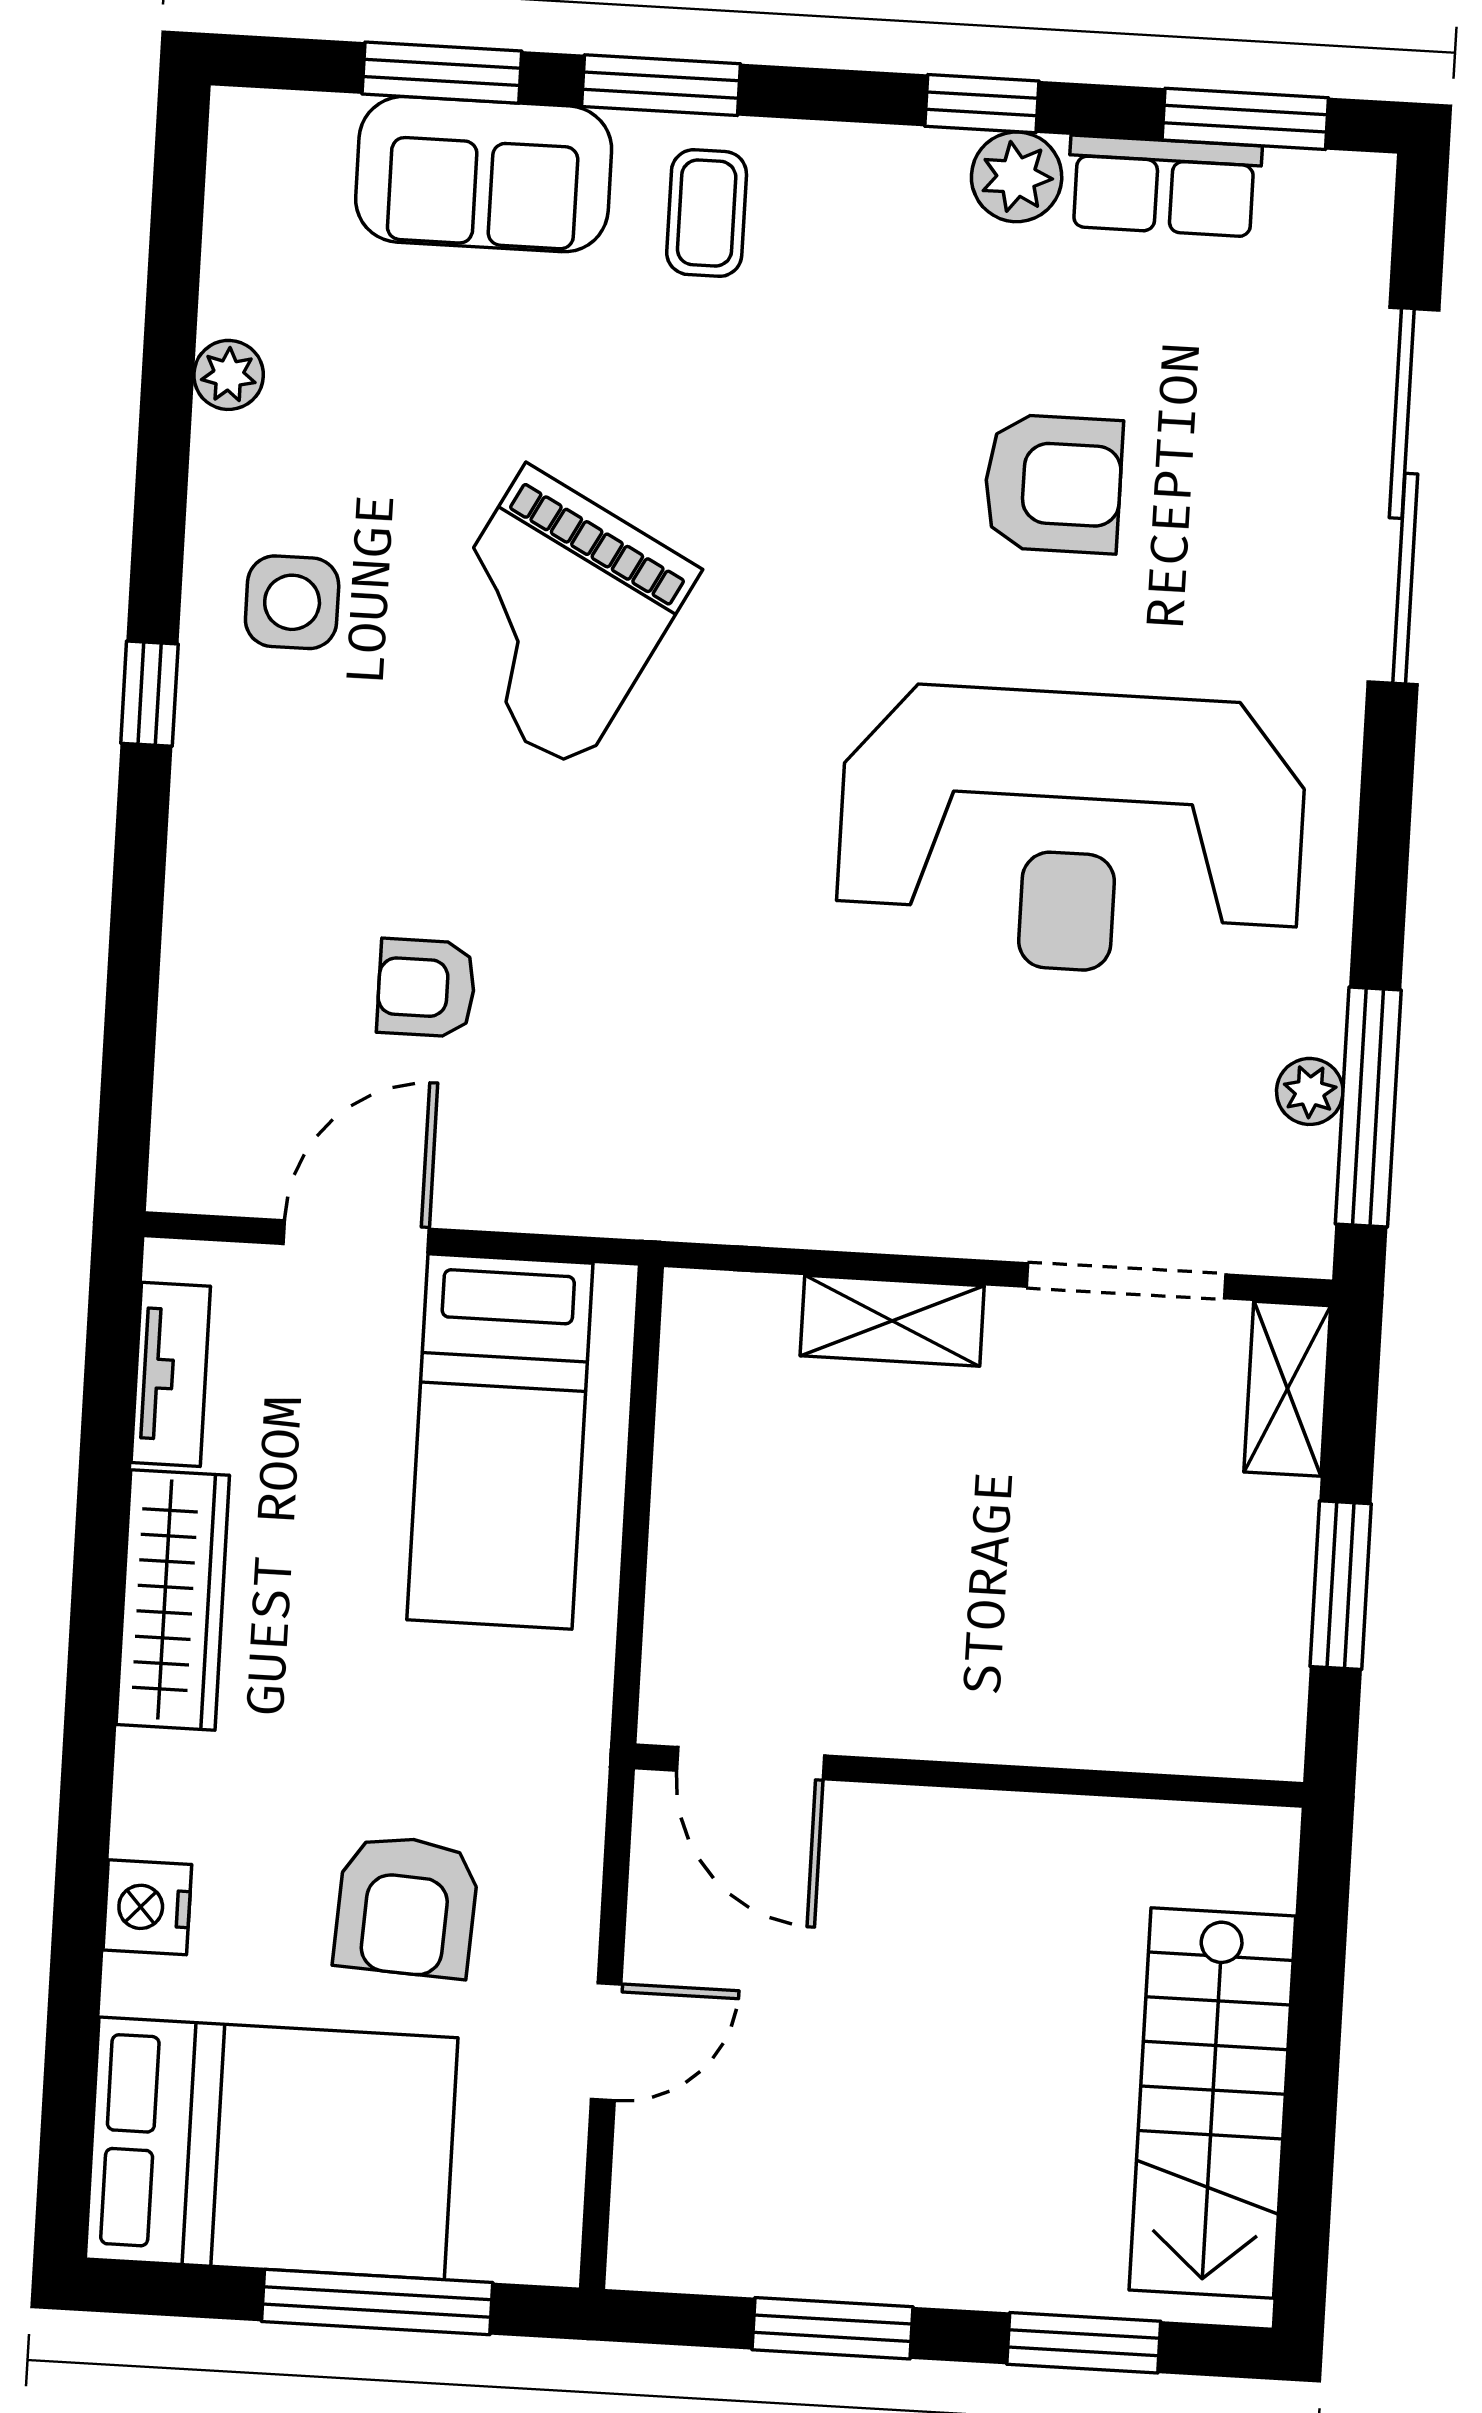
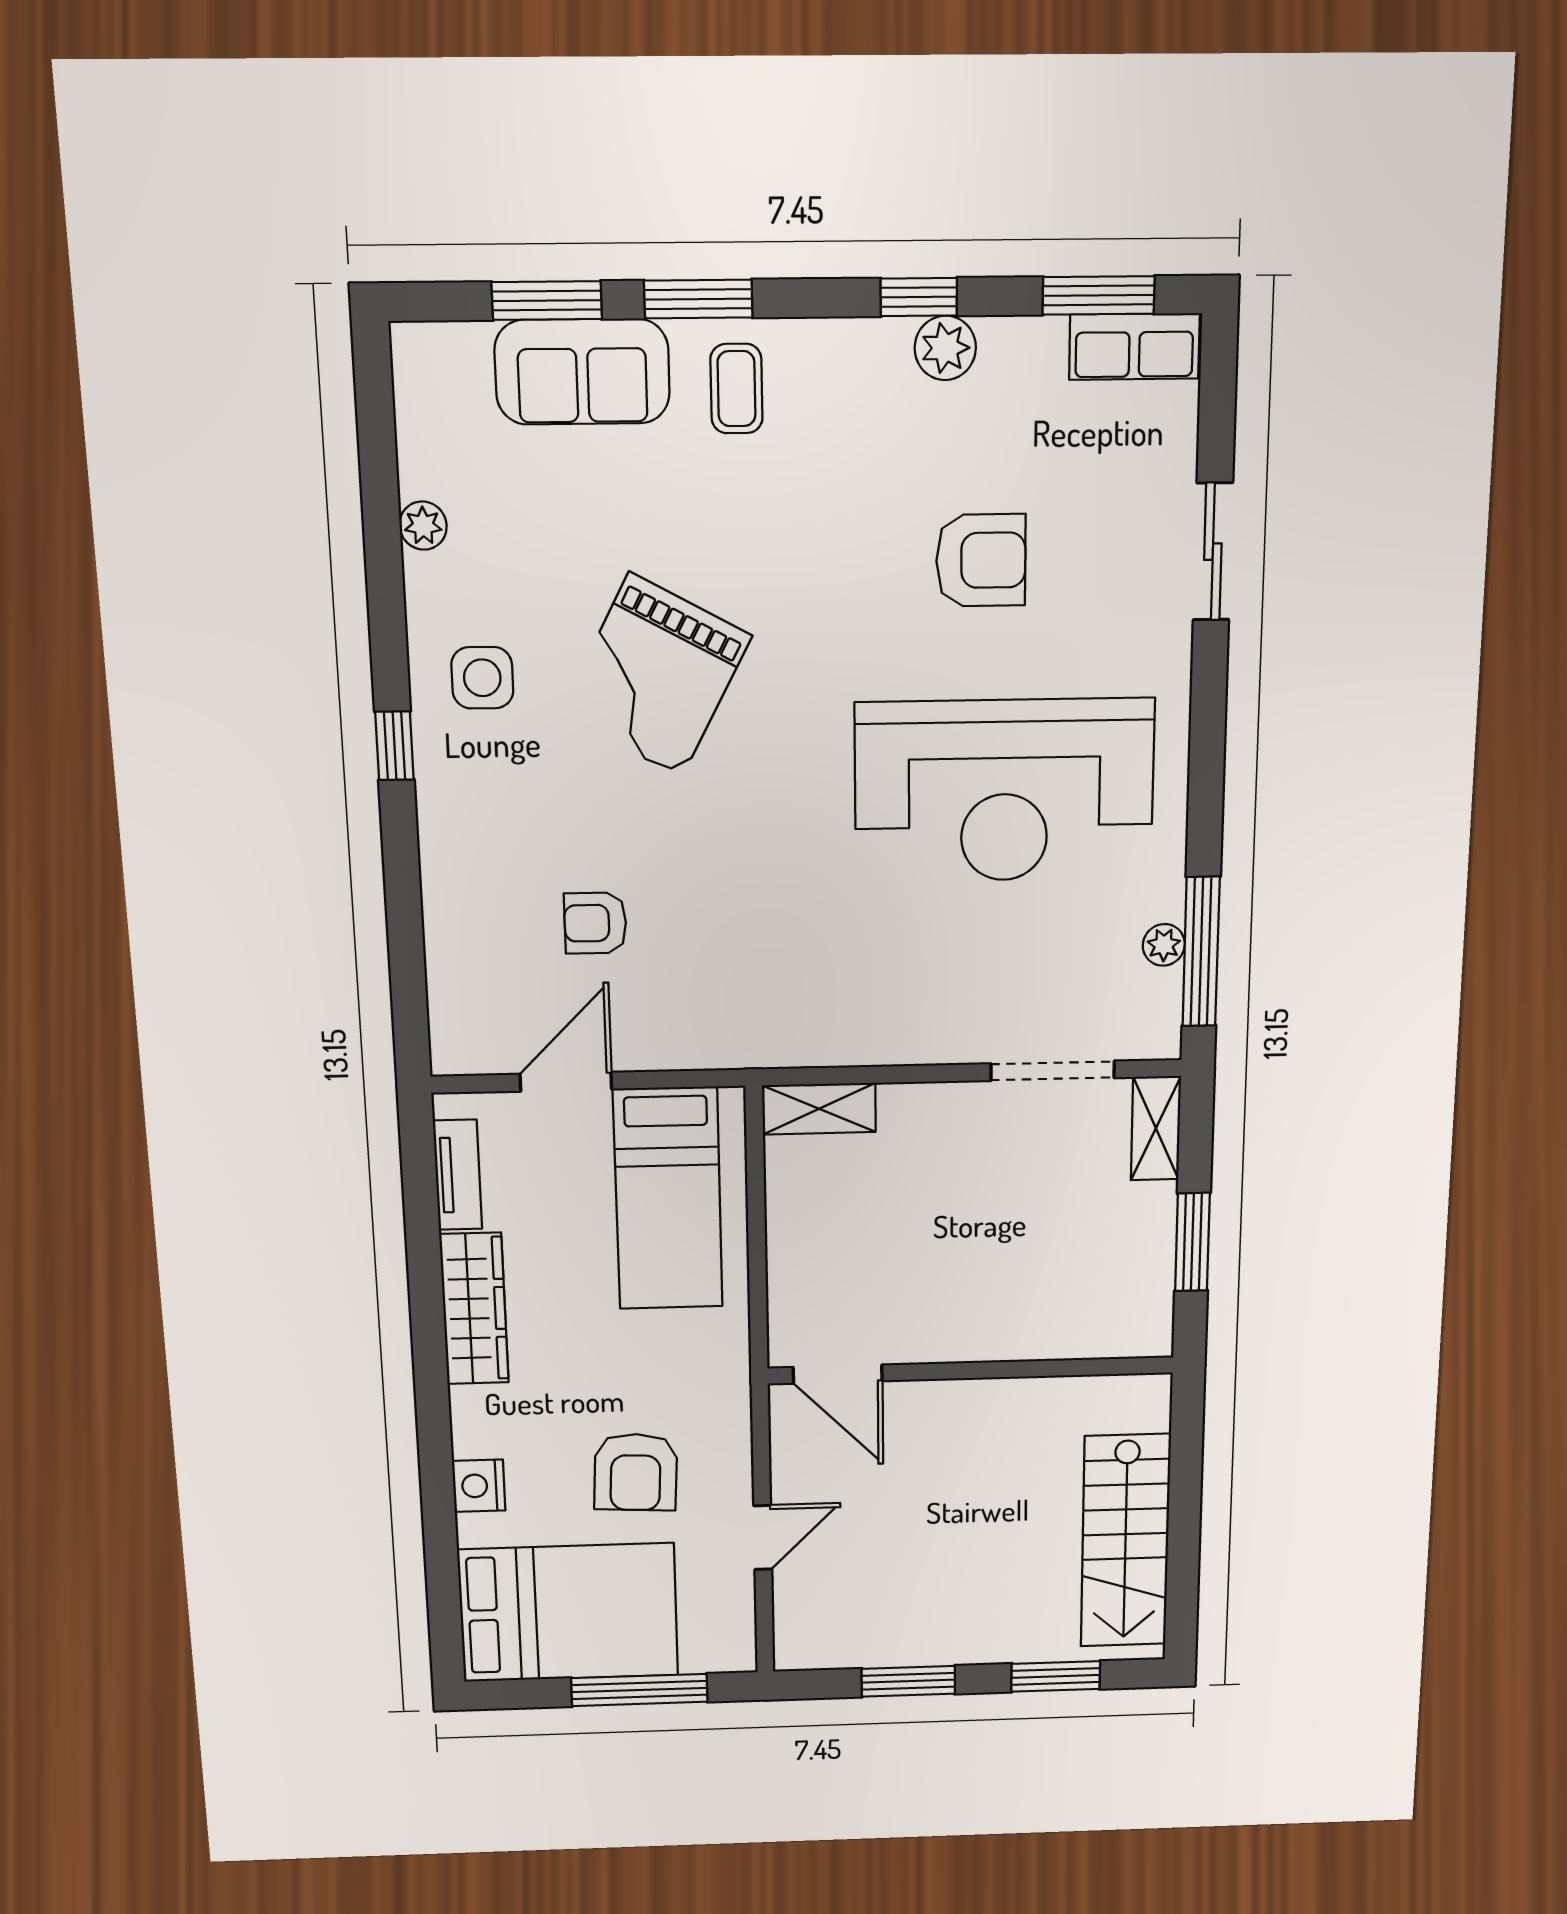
row of seats: (1164, 186) -> (1134, 347), moved
sliding door: (1403, 496) -> (1213, 552), width x0.54
shelving: (892, 1321) -> (819, 1109), moved

